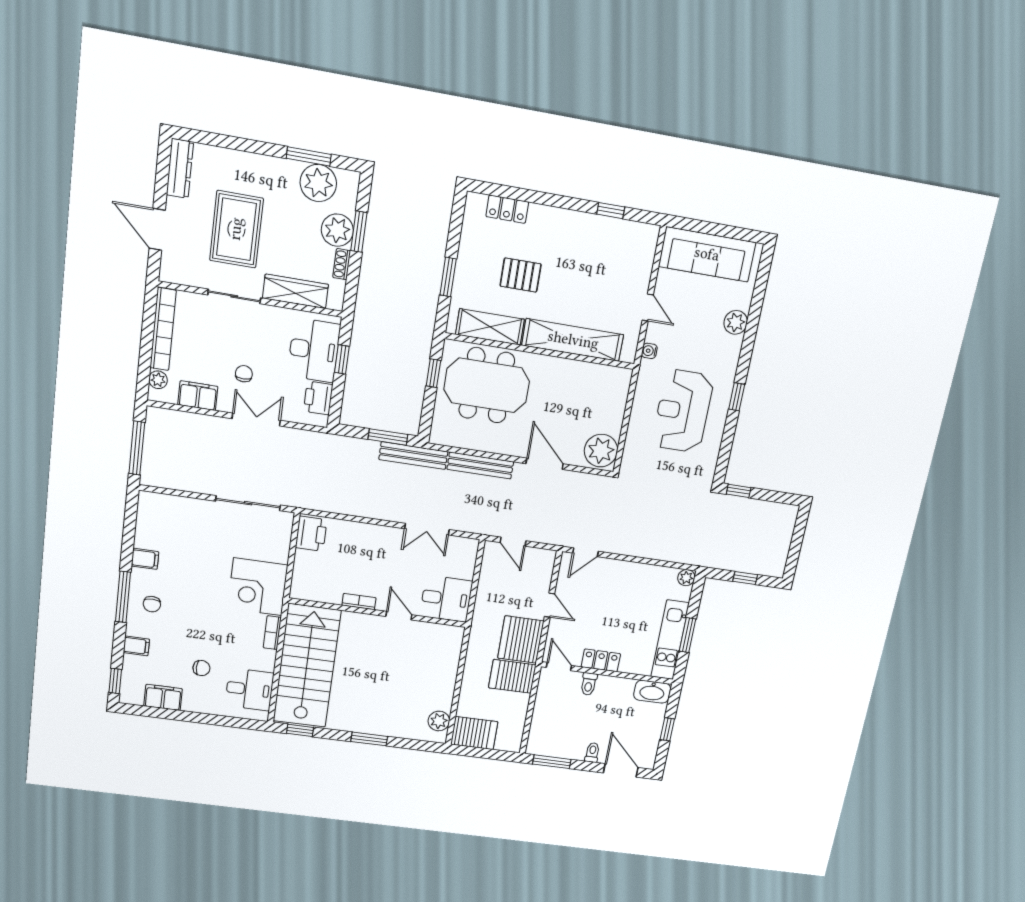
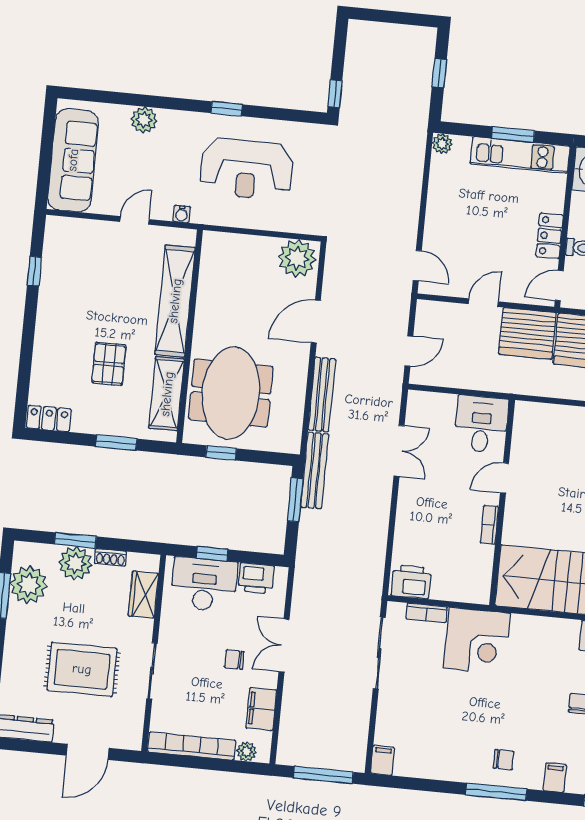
locker: (507, 209) -> (49, 418), moved, turned -90
wardrobe: (296, 291) -> (143, 595), width x0.67
filing cabinet: (145, 559) -> (383, 760), moved
bookcase: (272, 633) -> (427, 613), moved

